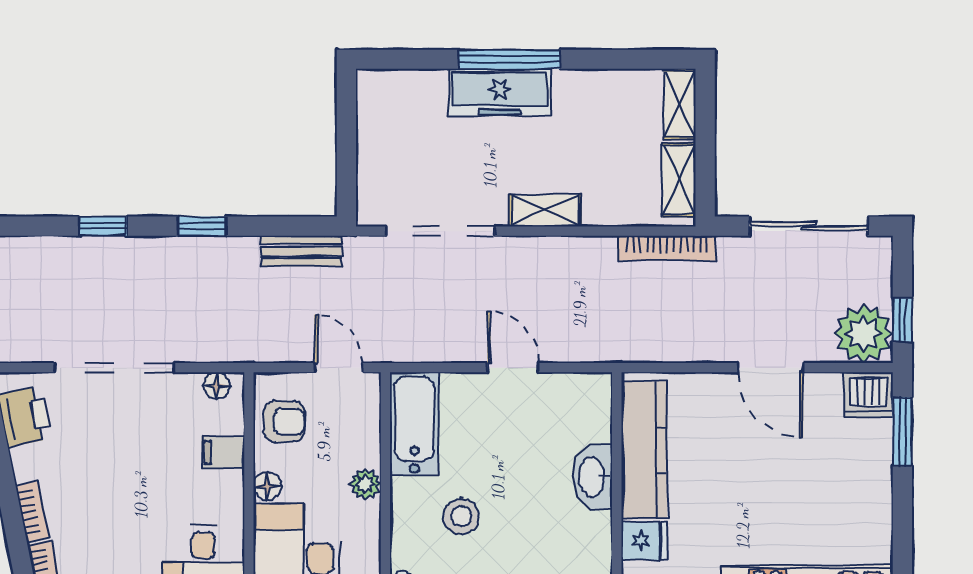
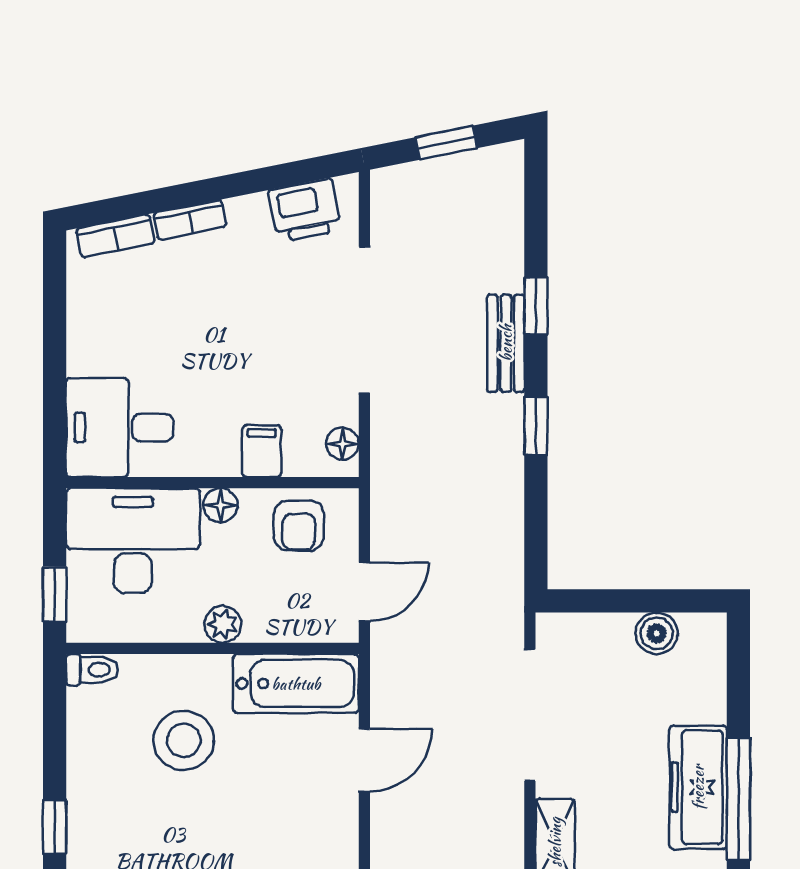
boiler: (373, 127) -> (657, 633), added
bench: (301, 251) -> (506, 343), moved
door: (513, 368) -> (364, 760), moved
stool: (461, 516) -> (184, 740), width x1.38, depth x1.38

